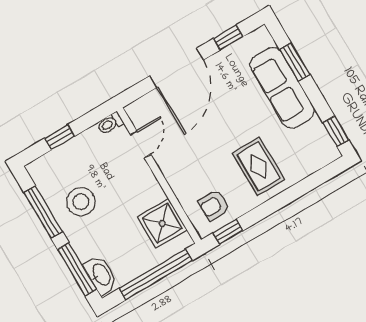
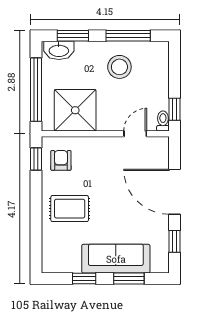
window: (336, 131) -> (84, 278), moved
window: (59, 137) -> (174, 109), moved
door: (141, 144) -> (135, 134), swing flipped
shower: (162, 223) -> (75, 110), width x1.37, depth x1.37
window: (77, 269) -> (73, 36), width x0.69

